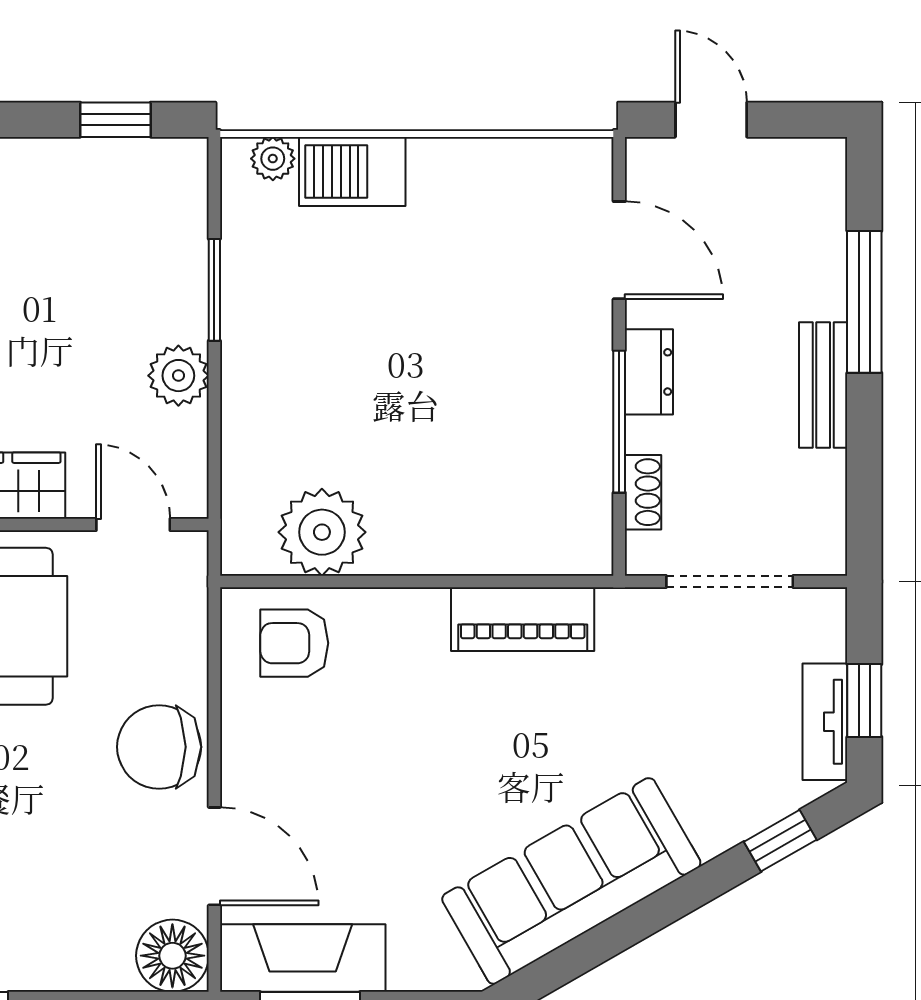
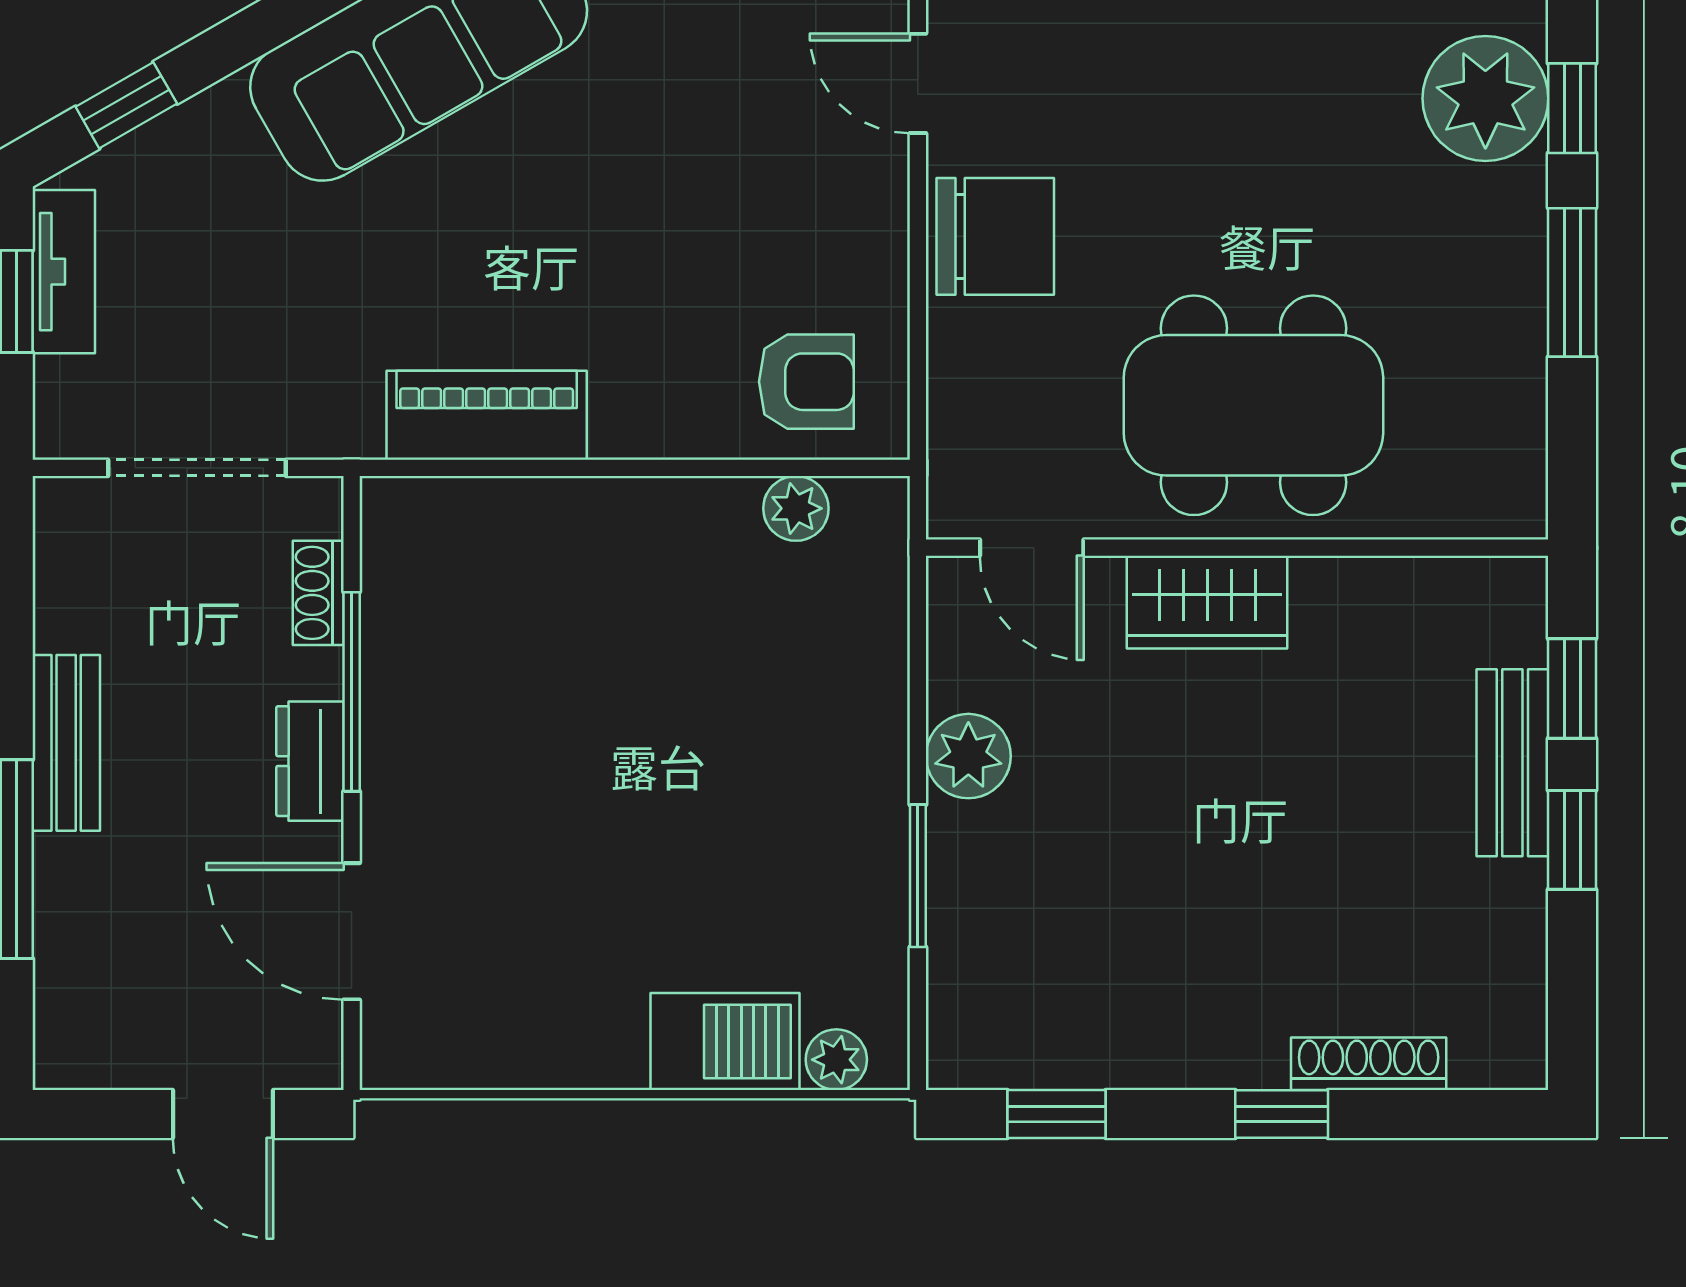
plant: (322, 532) -> (796, 508), width x0.53, depth x0.53
door: (214, 856) -> (918, 83), width x0.73

